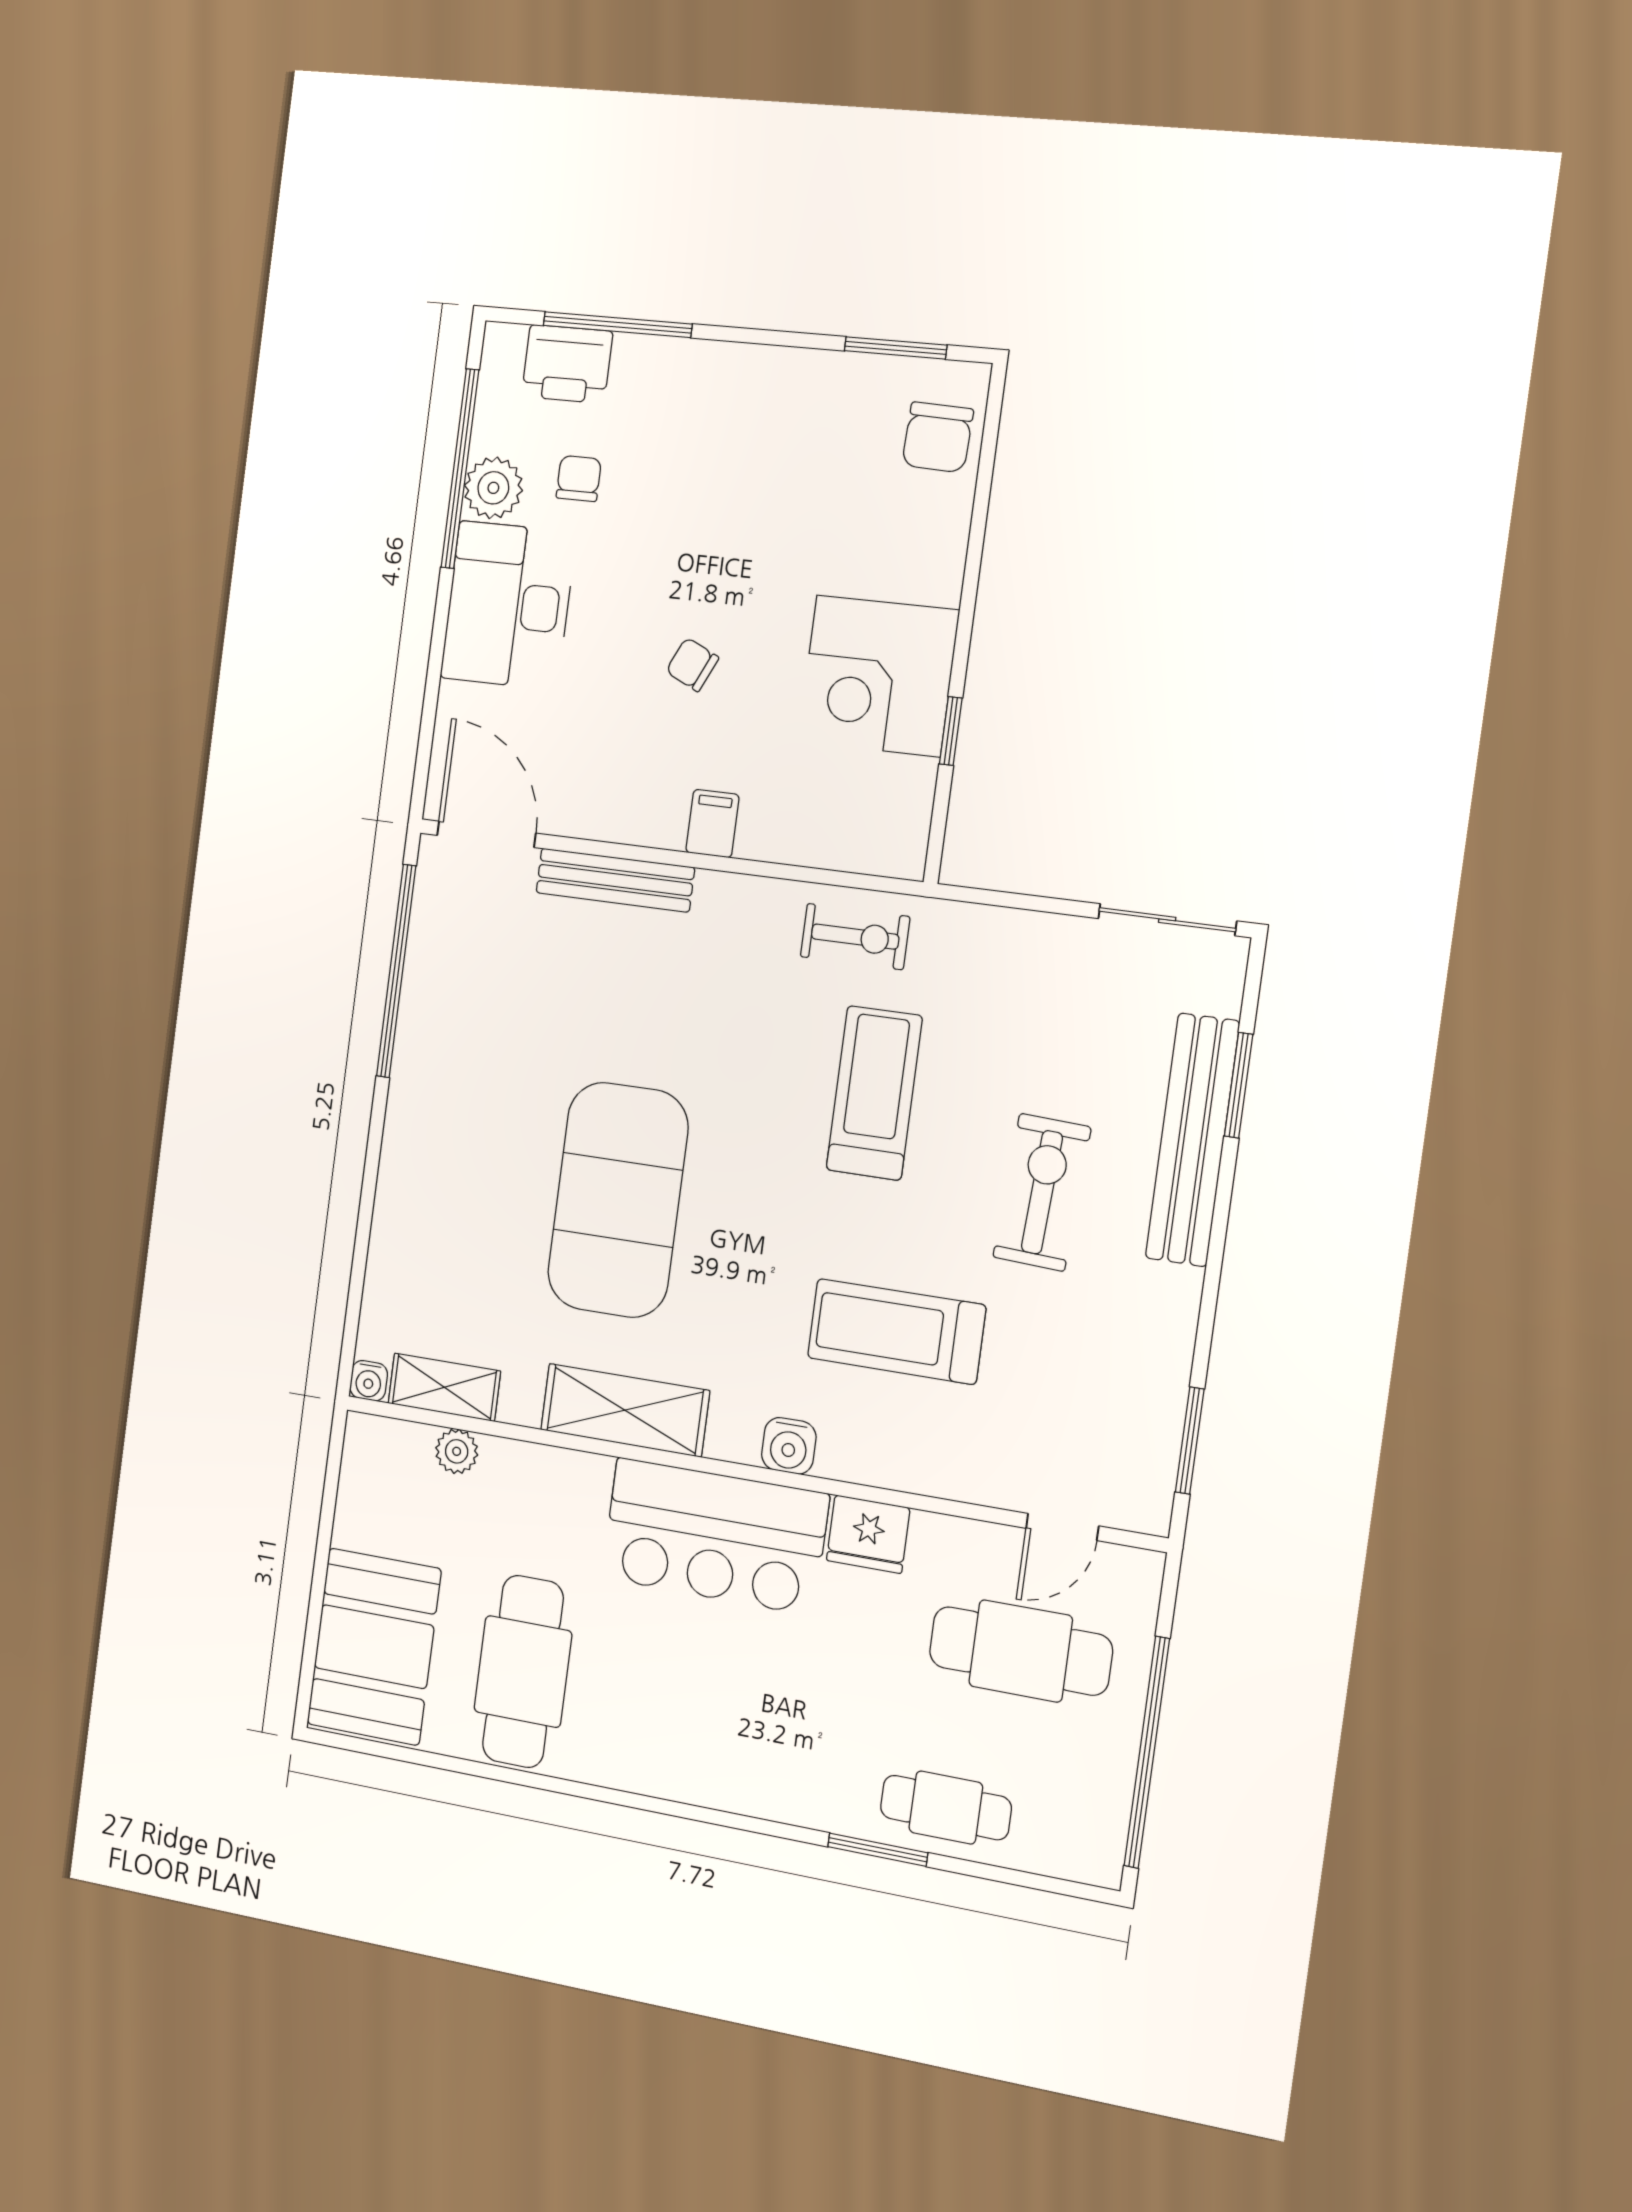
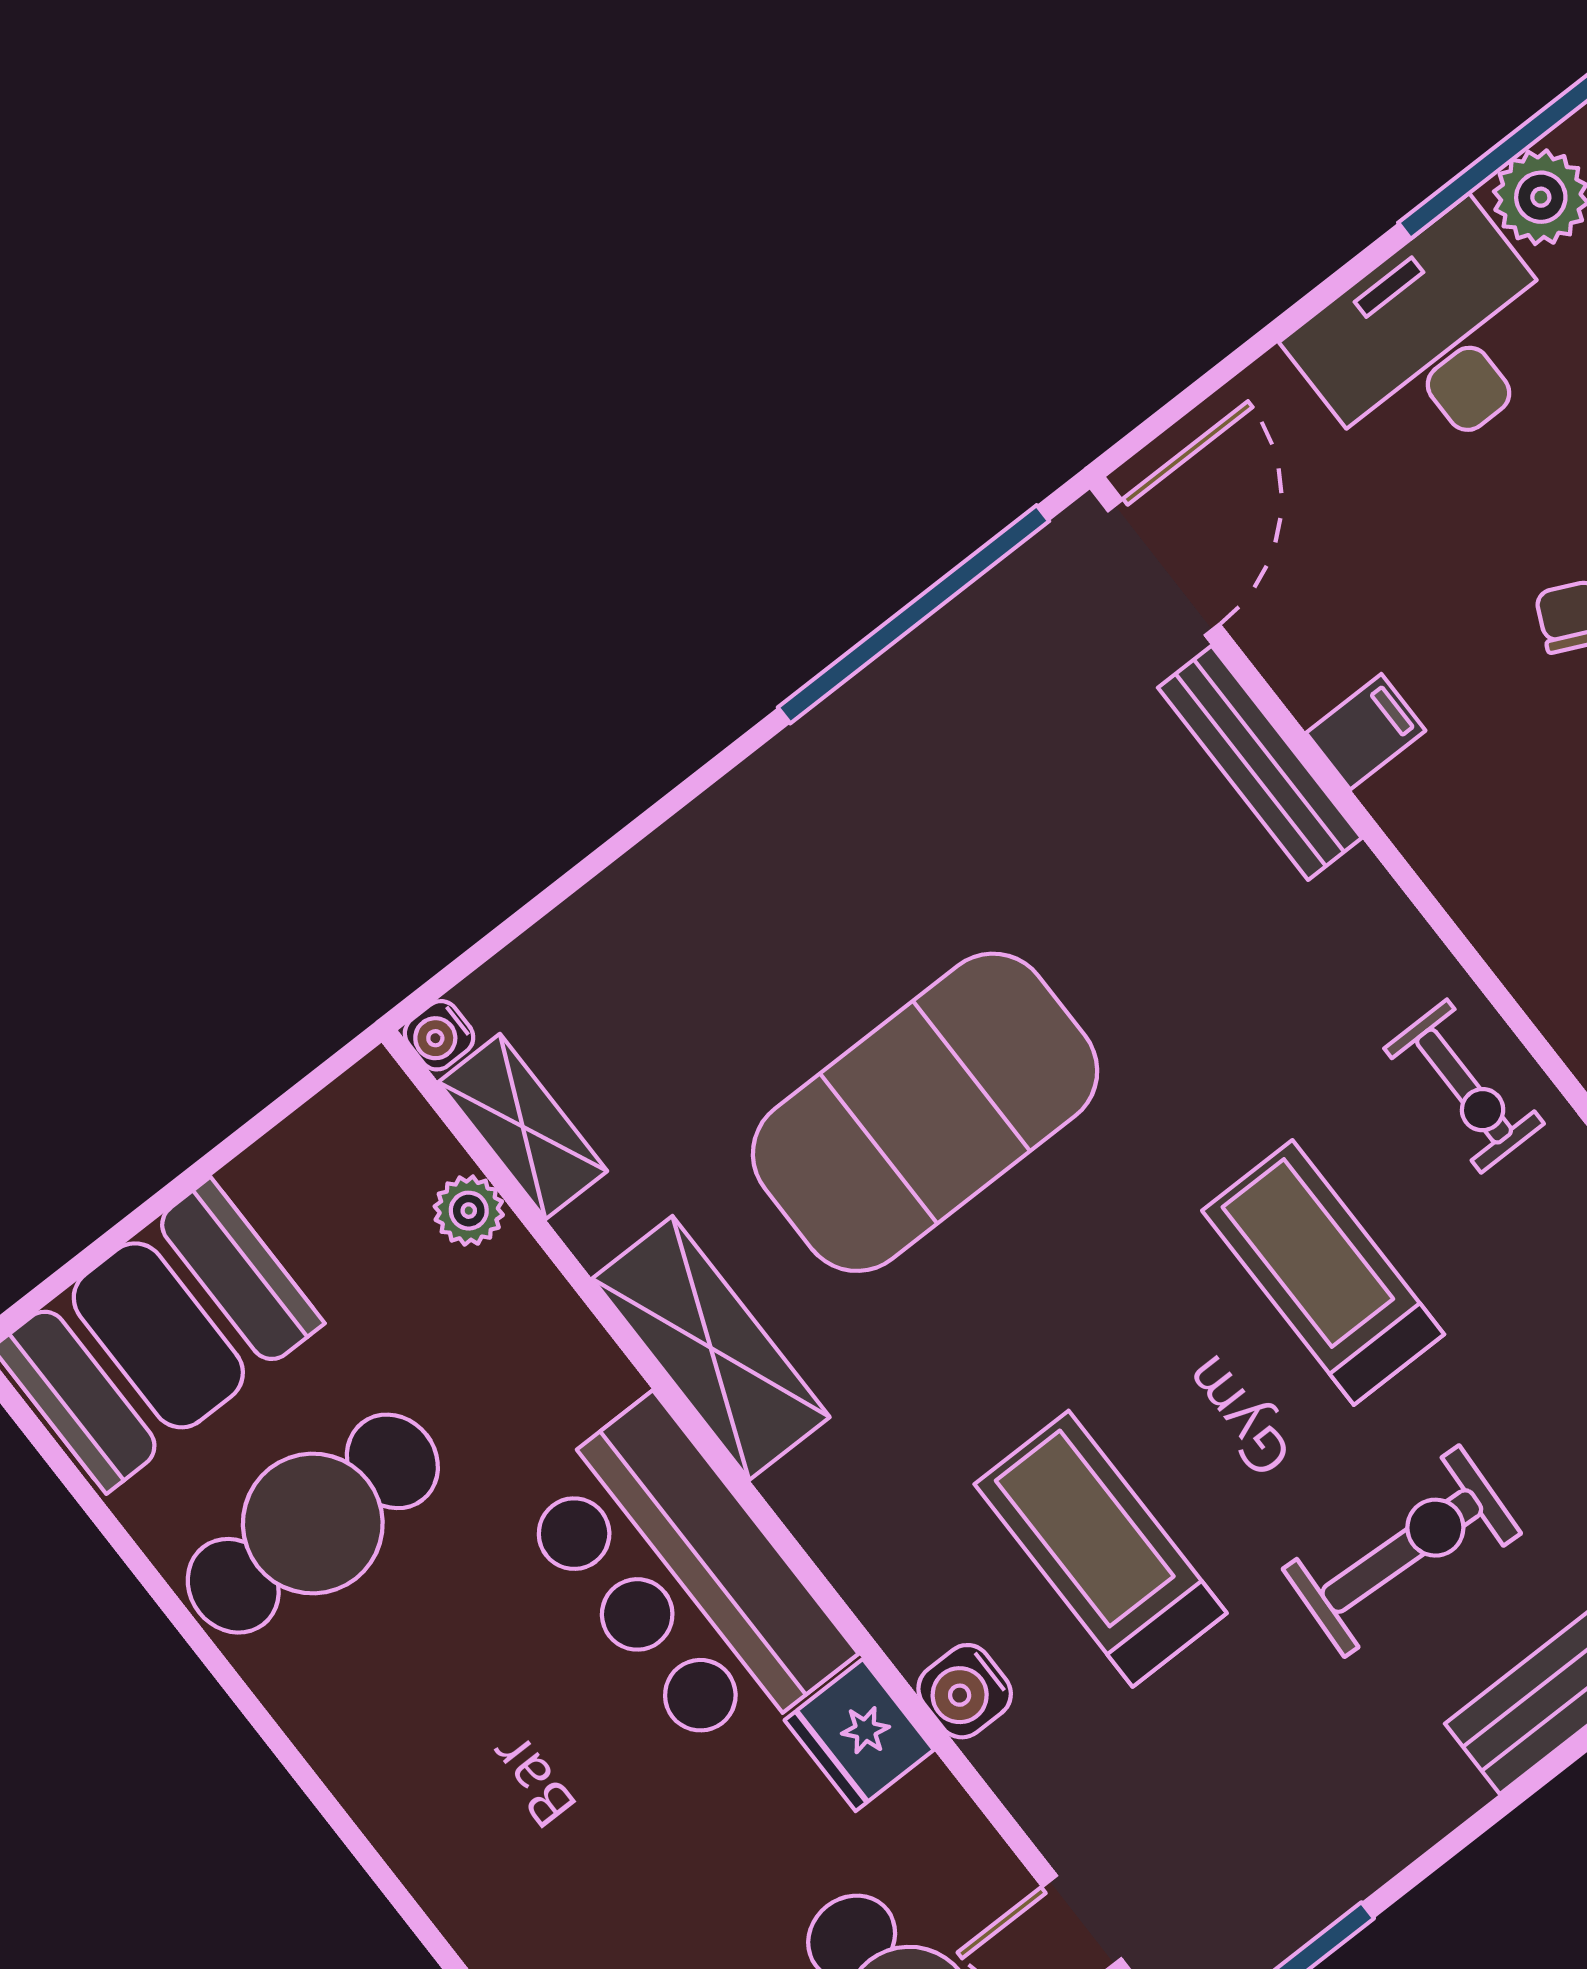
filing cabinet: (713, 824) -> (1366, 732), moved
treadmill: (874, 1093) -> (1323, 1272), turned -90
water cooler: (789, 1446) -> (965, 1691), moved

